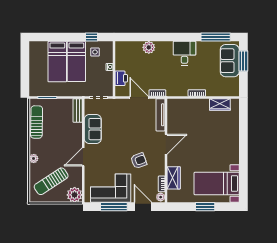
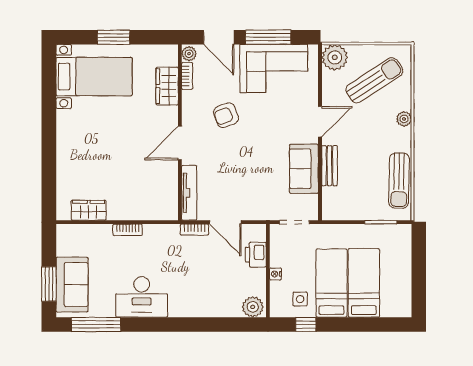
plant: (149, 47) -> (253, 307), moved
desk: (184, 53) -> (142, 297), width x1.37
bench: (78, 110) -> (329, 166), moved

